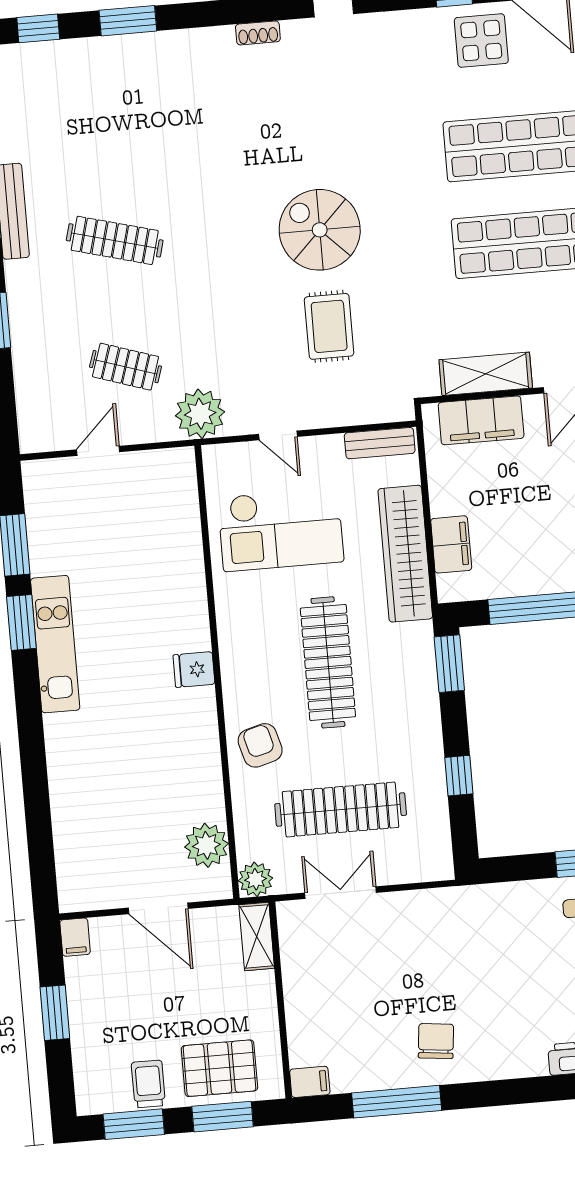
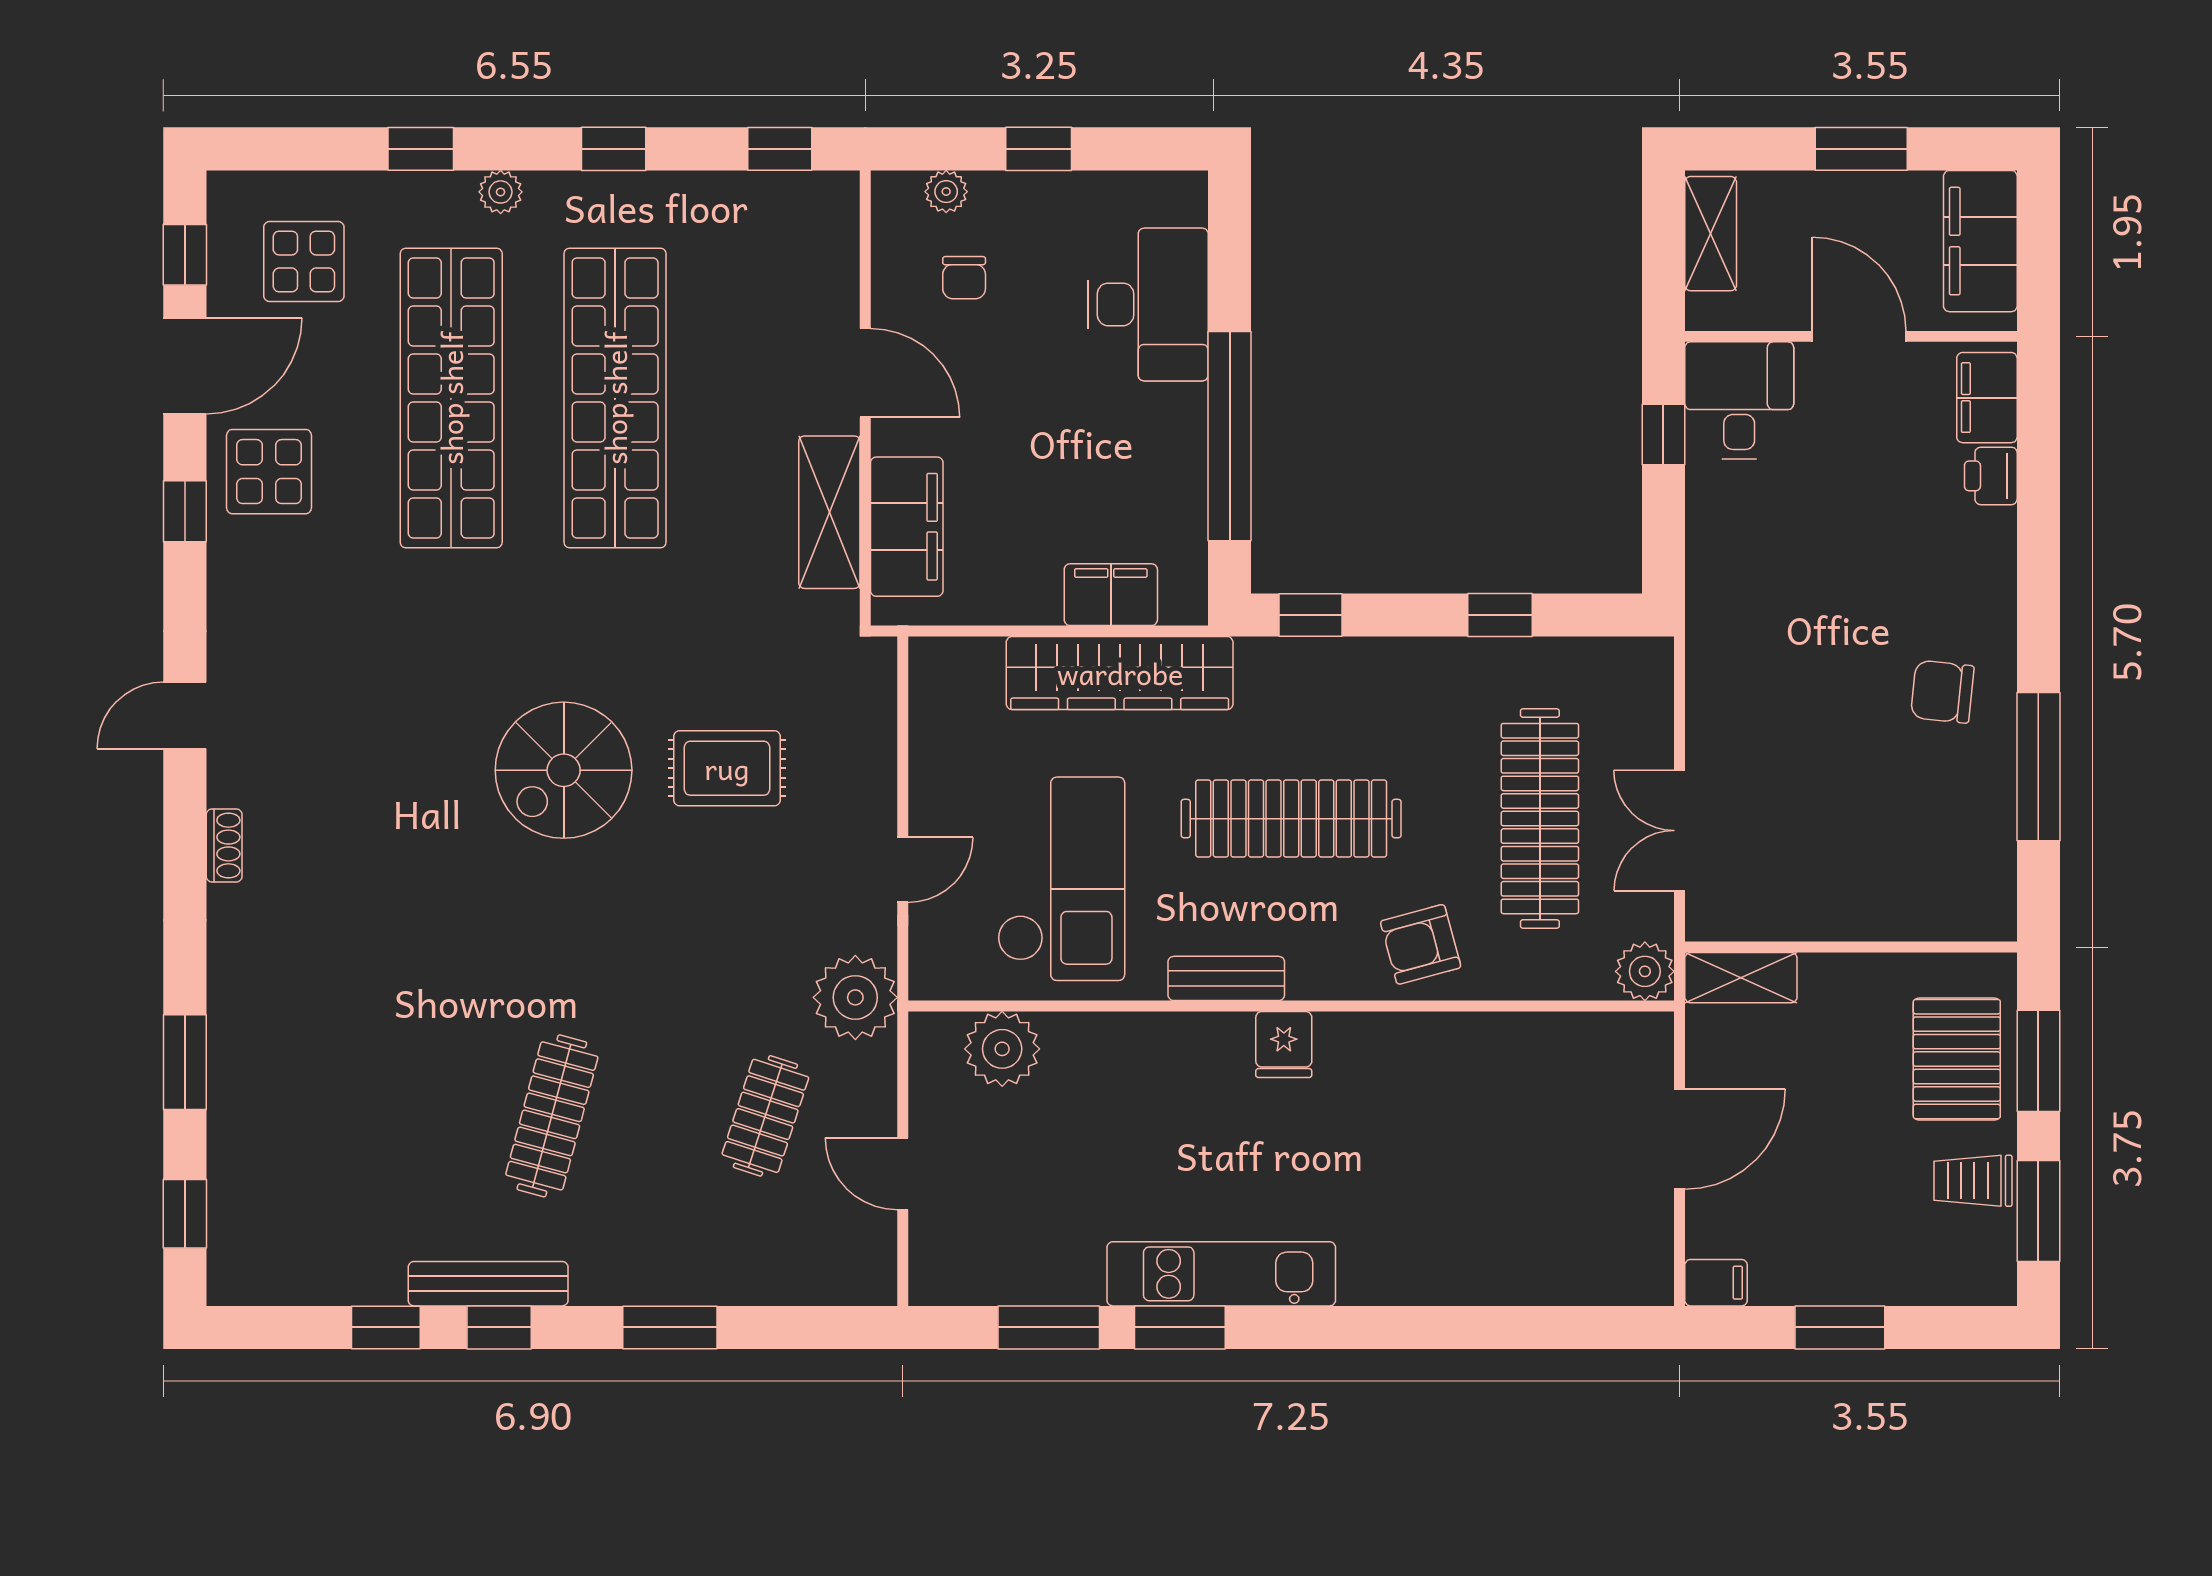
bench: (380, 443) -> (1226, 978), moved, turned 90
window: (449, 664) -> (1311, 615), width x0.67
plant: (206, 845) -> (1002, 1049), moved
filing cabinet: (310, 1082) -> (1993, 909), removed

